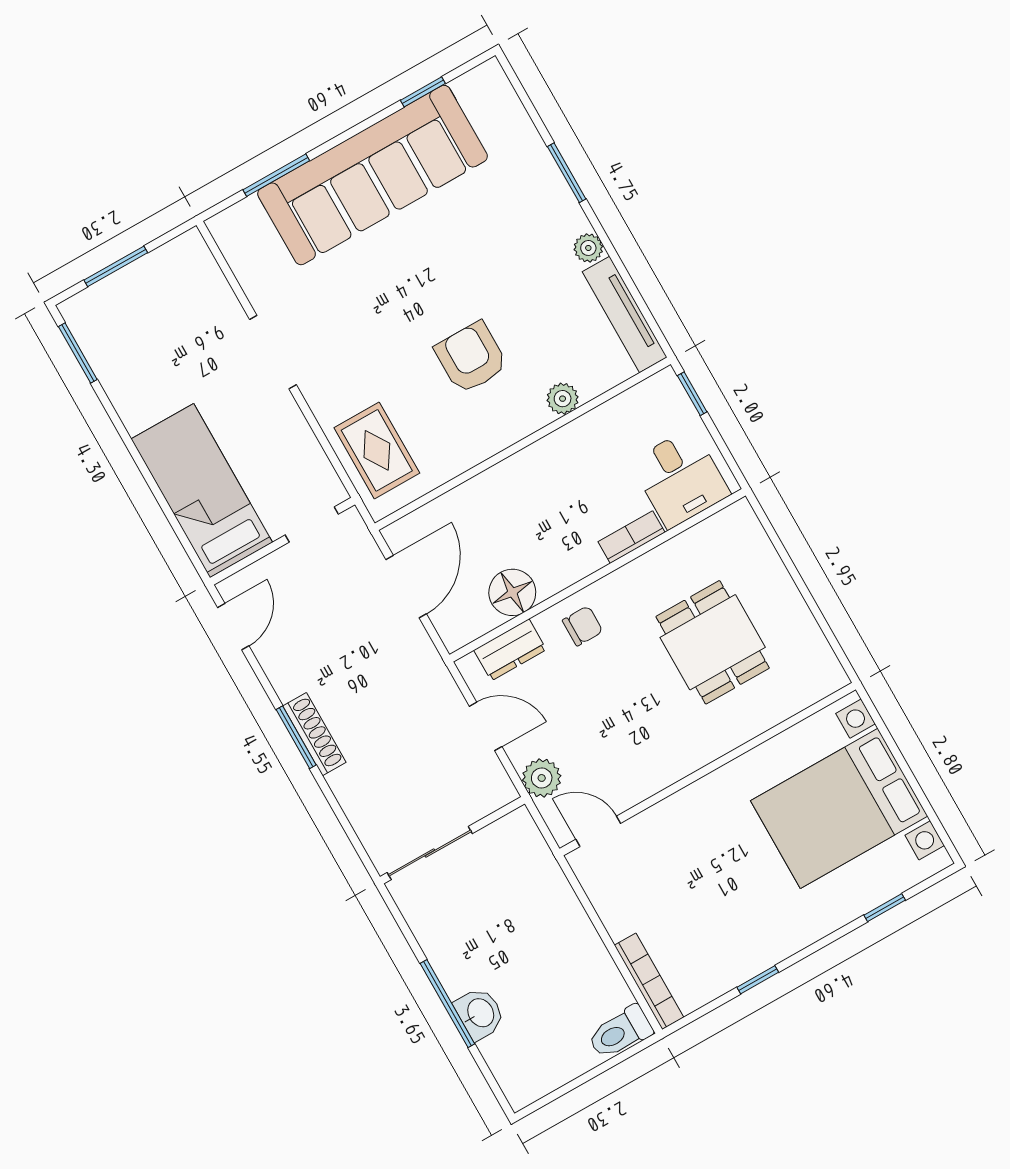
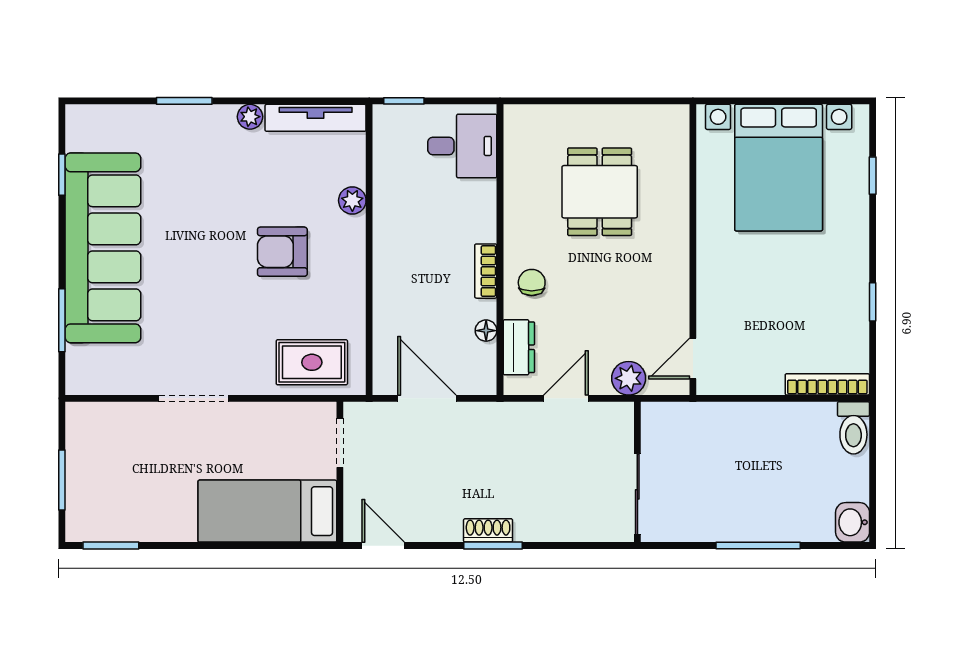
bookcase: (631, 537) -> (486, 271), moved
floor lamp: (512, 592) -> (486, 331), width x0.53, depth x0.53
dining table: (713, 642) -> (600, 192), turned 90
shoe rack: (314, 734) -> (488, 530), width x0.70
washbasin: (480, 1013) -> (853, 522), moved, turned -90

